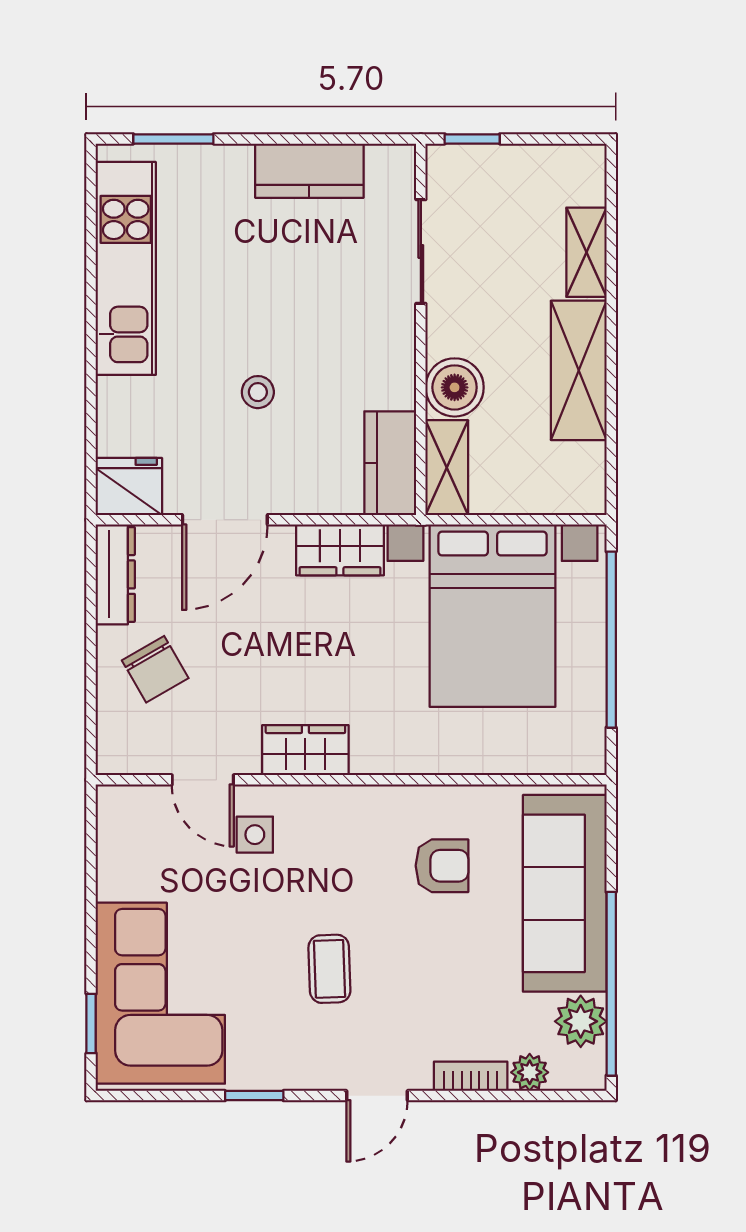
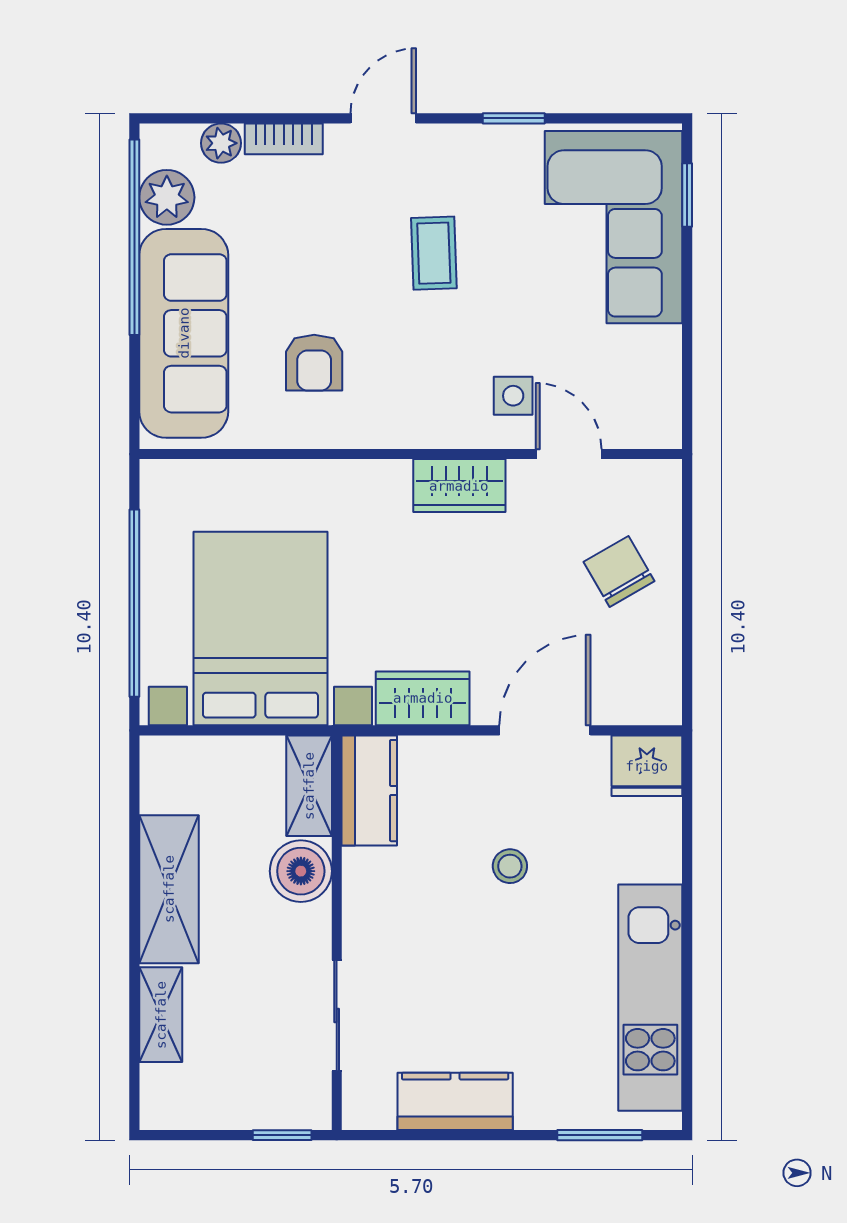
dresser: (115, 574) -> (661, 672), removed
armchair: (442, 866) -> (314, 363), turned -90

